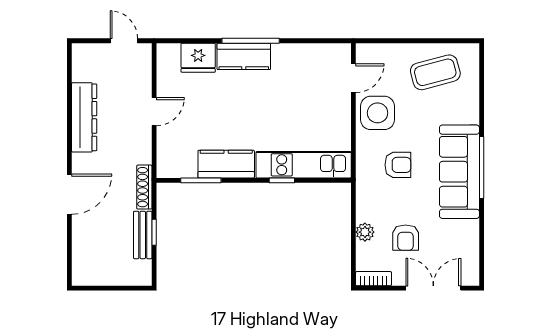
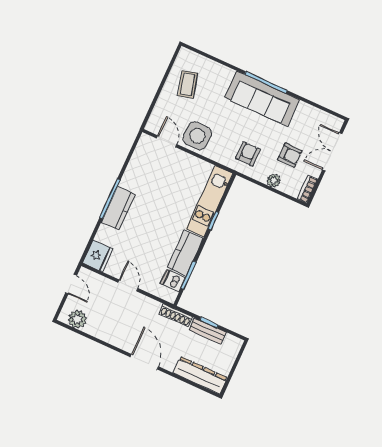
door: (124, 41) -> (71, 284), swing flipped
fridge: (198, 58) -> (98, 256), moved
plant: (84, 68) -> (77, 319), added
coffee table: (435, 72) -> (188, 84), width x0.73, depth x0.77
dresser: (84, 117) -> (200, 375), moved
dishwasher: (185, 164) -> (173, 281), added
armchair: (398, 165) -> (248, 154), moved
door: (69, 194) -> (144, 362), moved

